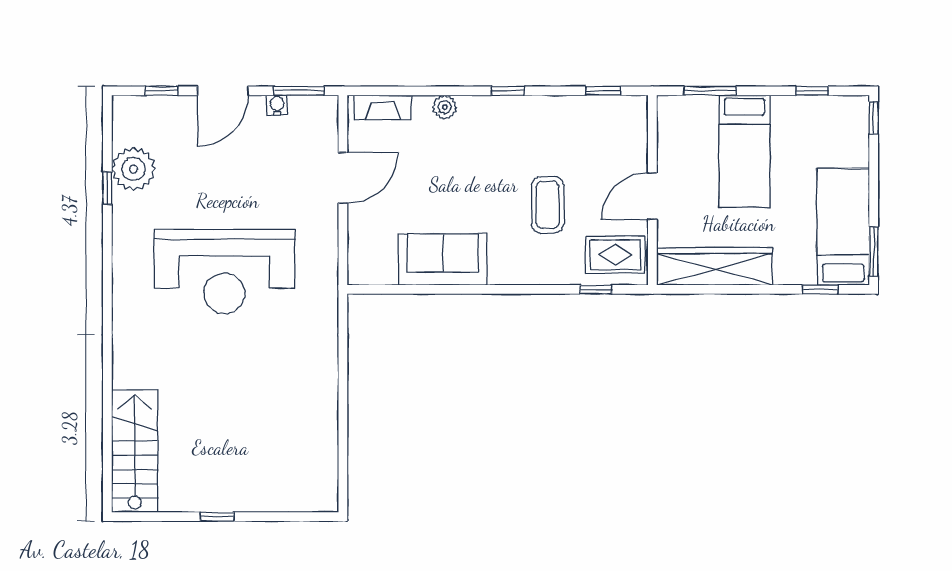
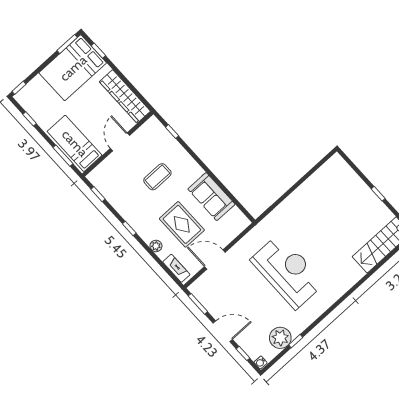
water cooler: (277, 105) -> (261, 362), moved
bed: (744, 151) -> (75, 143), moved, turned -90
door: (652, 196) -> (120, 142), swing flipped
bed: (843, 227) -> (73, 68), width x1.50
rug: (615, 255) -> (182, 224), moved, width x1.36, depth x1.43

